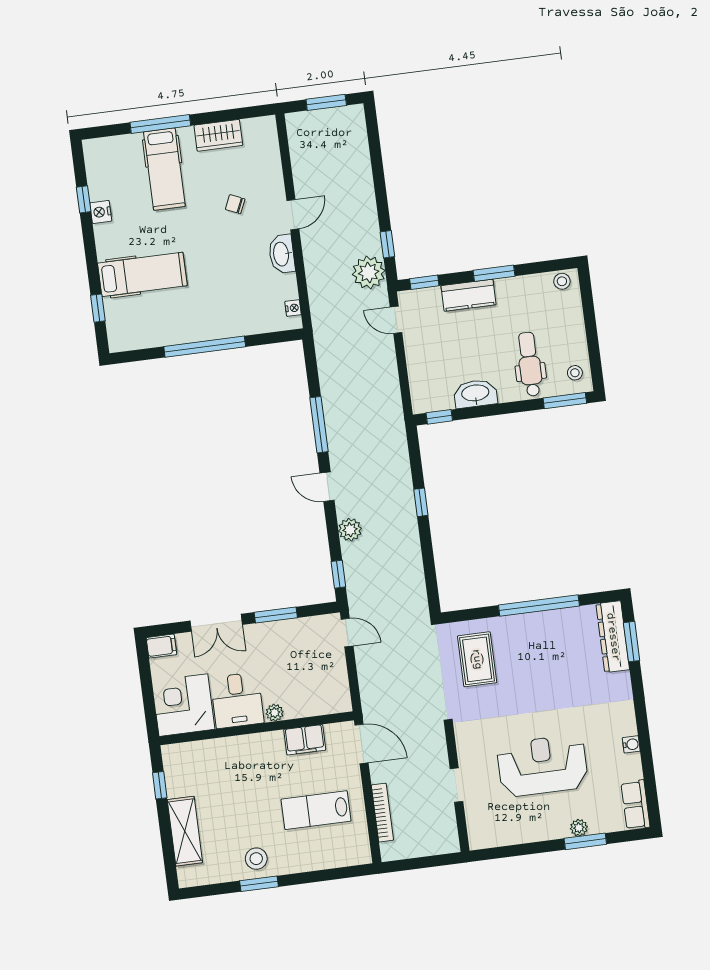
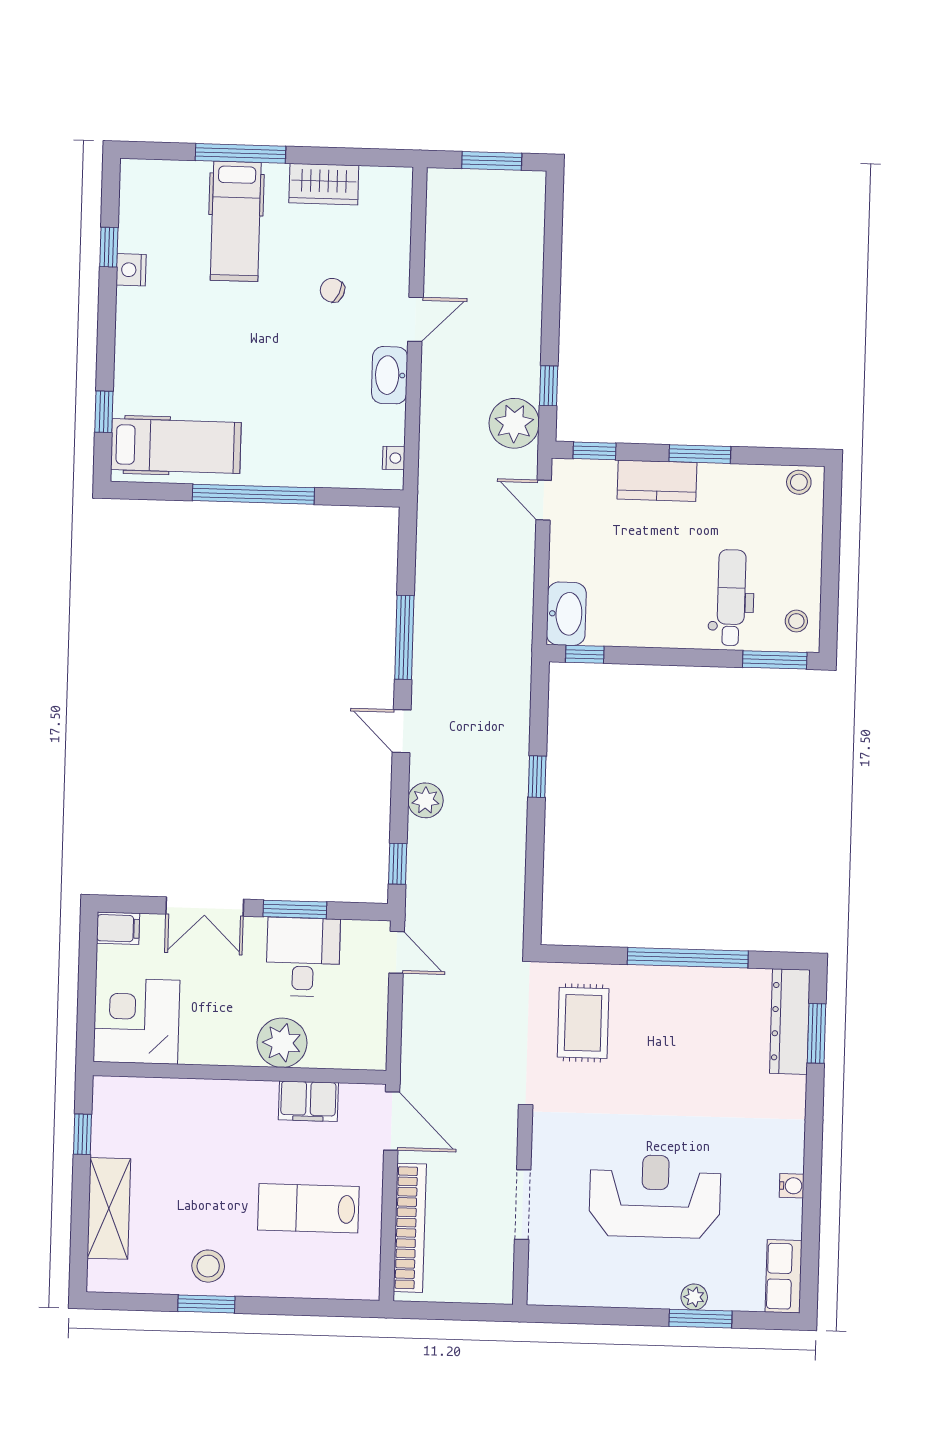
hospital bed: (142, 274) -> (176, 446), moved
washbasin: (475, 394) -> (566, 614), moved, turned 90
desk: (237, 700) -> (303, 957), moved, turned 180
plant: (275, 713) -> (282, 1043), width x1.87, depth x1.87
doorway: (456, 785) -> (523, 1205), width x1.38
bookcase: (382, 813) -> (410, 1228), width x1.48, depth x1.31

